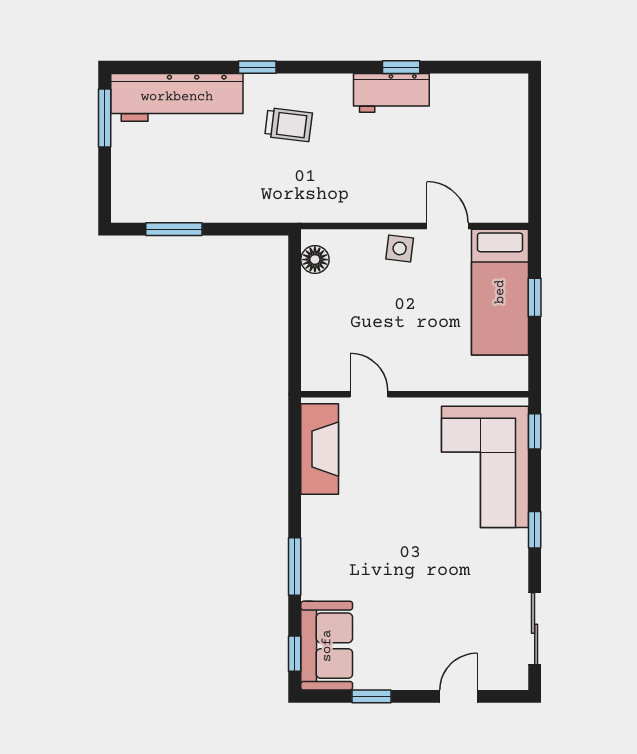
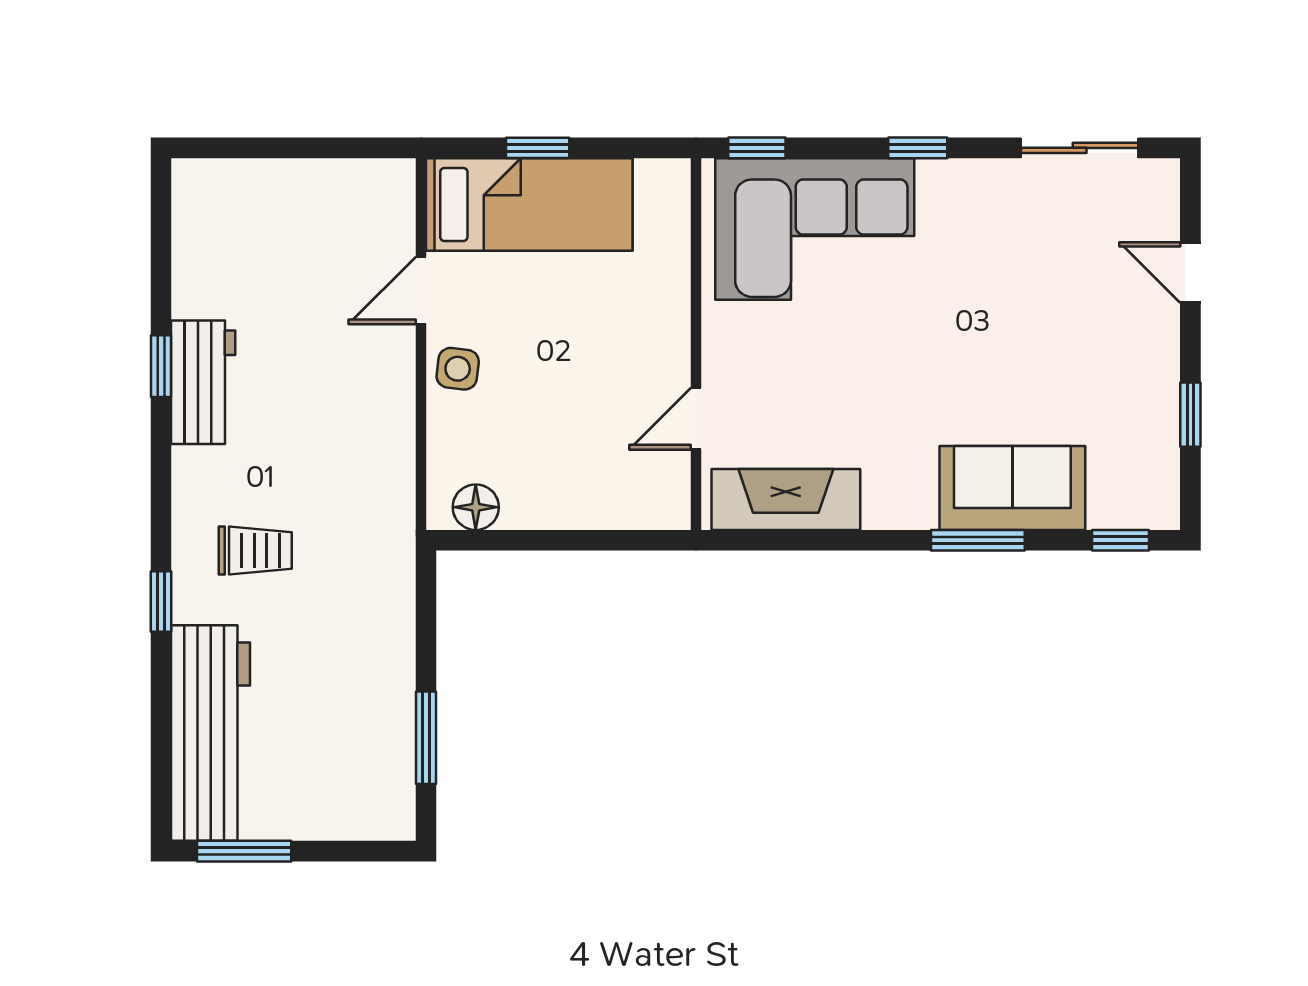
trolley: (288, 125) -> (255, 550), turned 83
sofa: (327, 646) -> (1012, 488), moved

